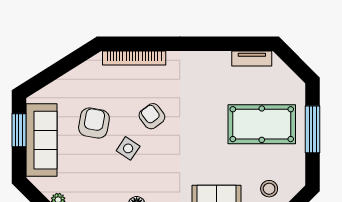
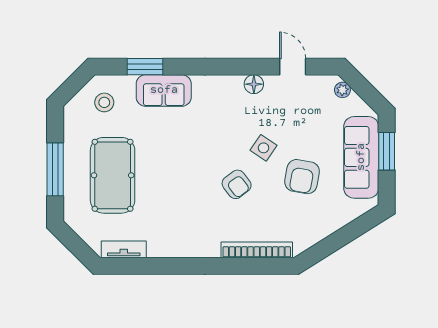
pool table: (262, 124) -> (113, 175), turned 90
window: (19, 130) -> (387, 151), moved

